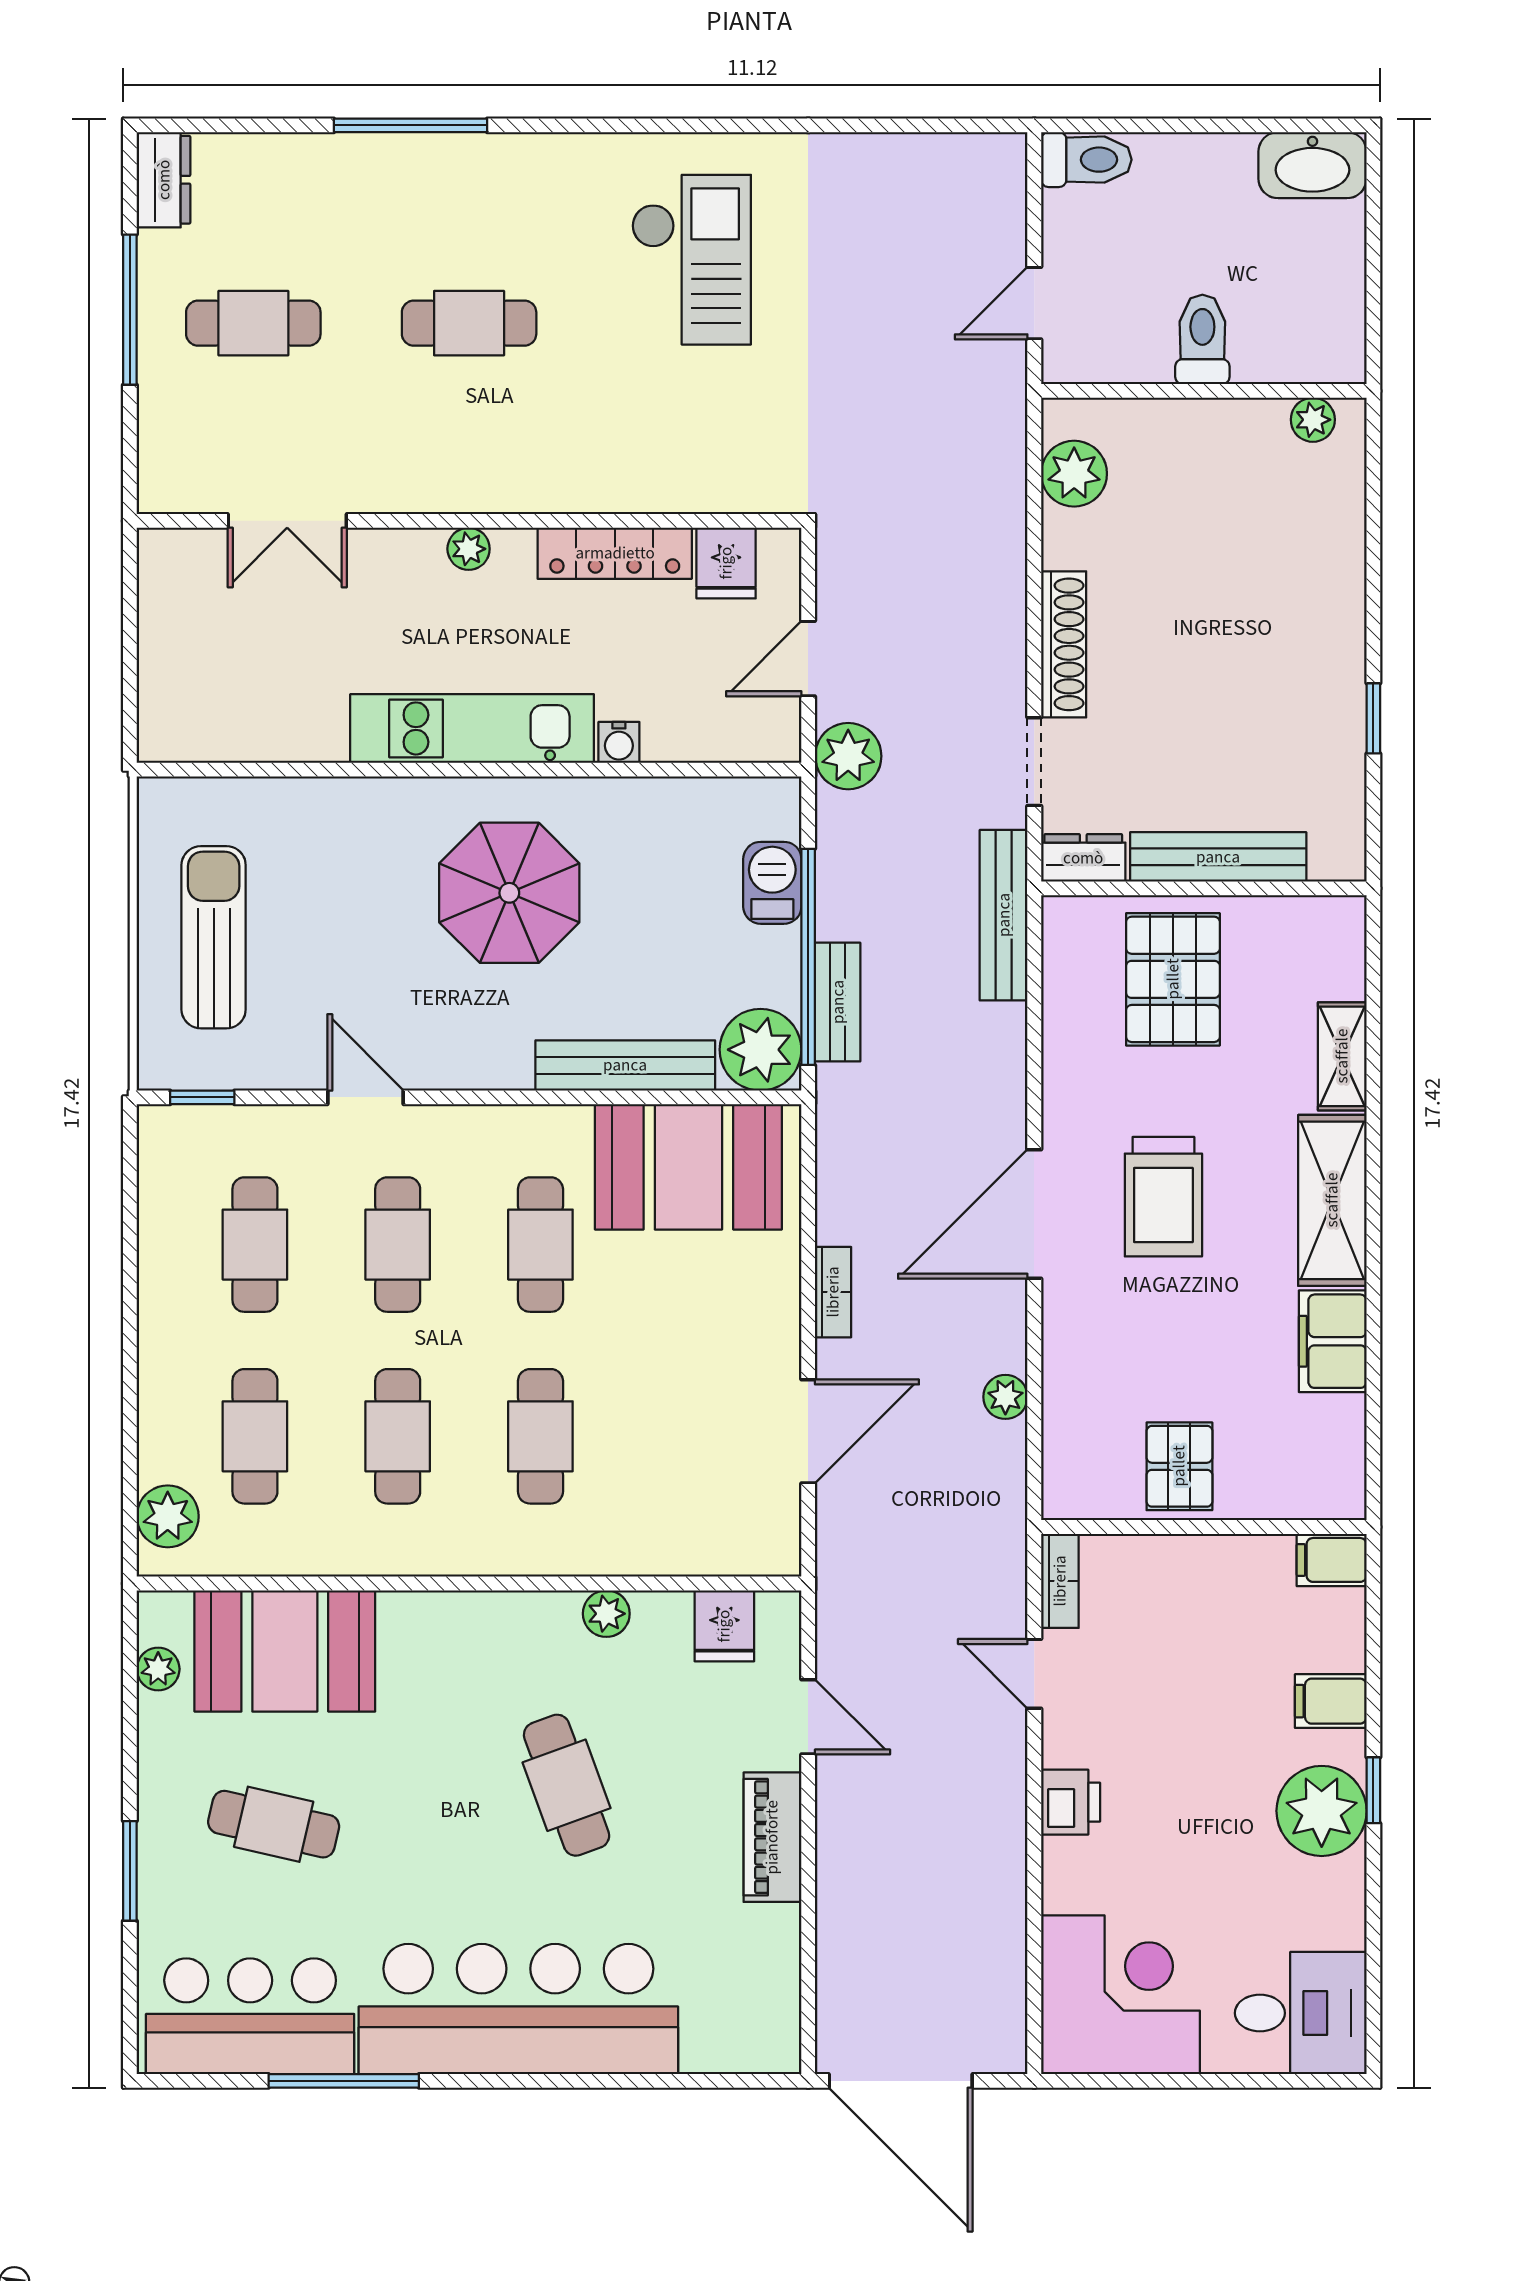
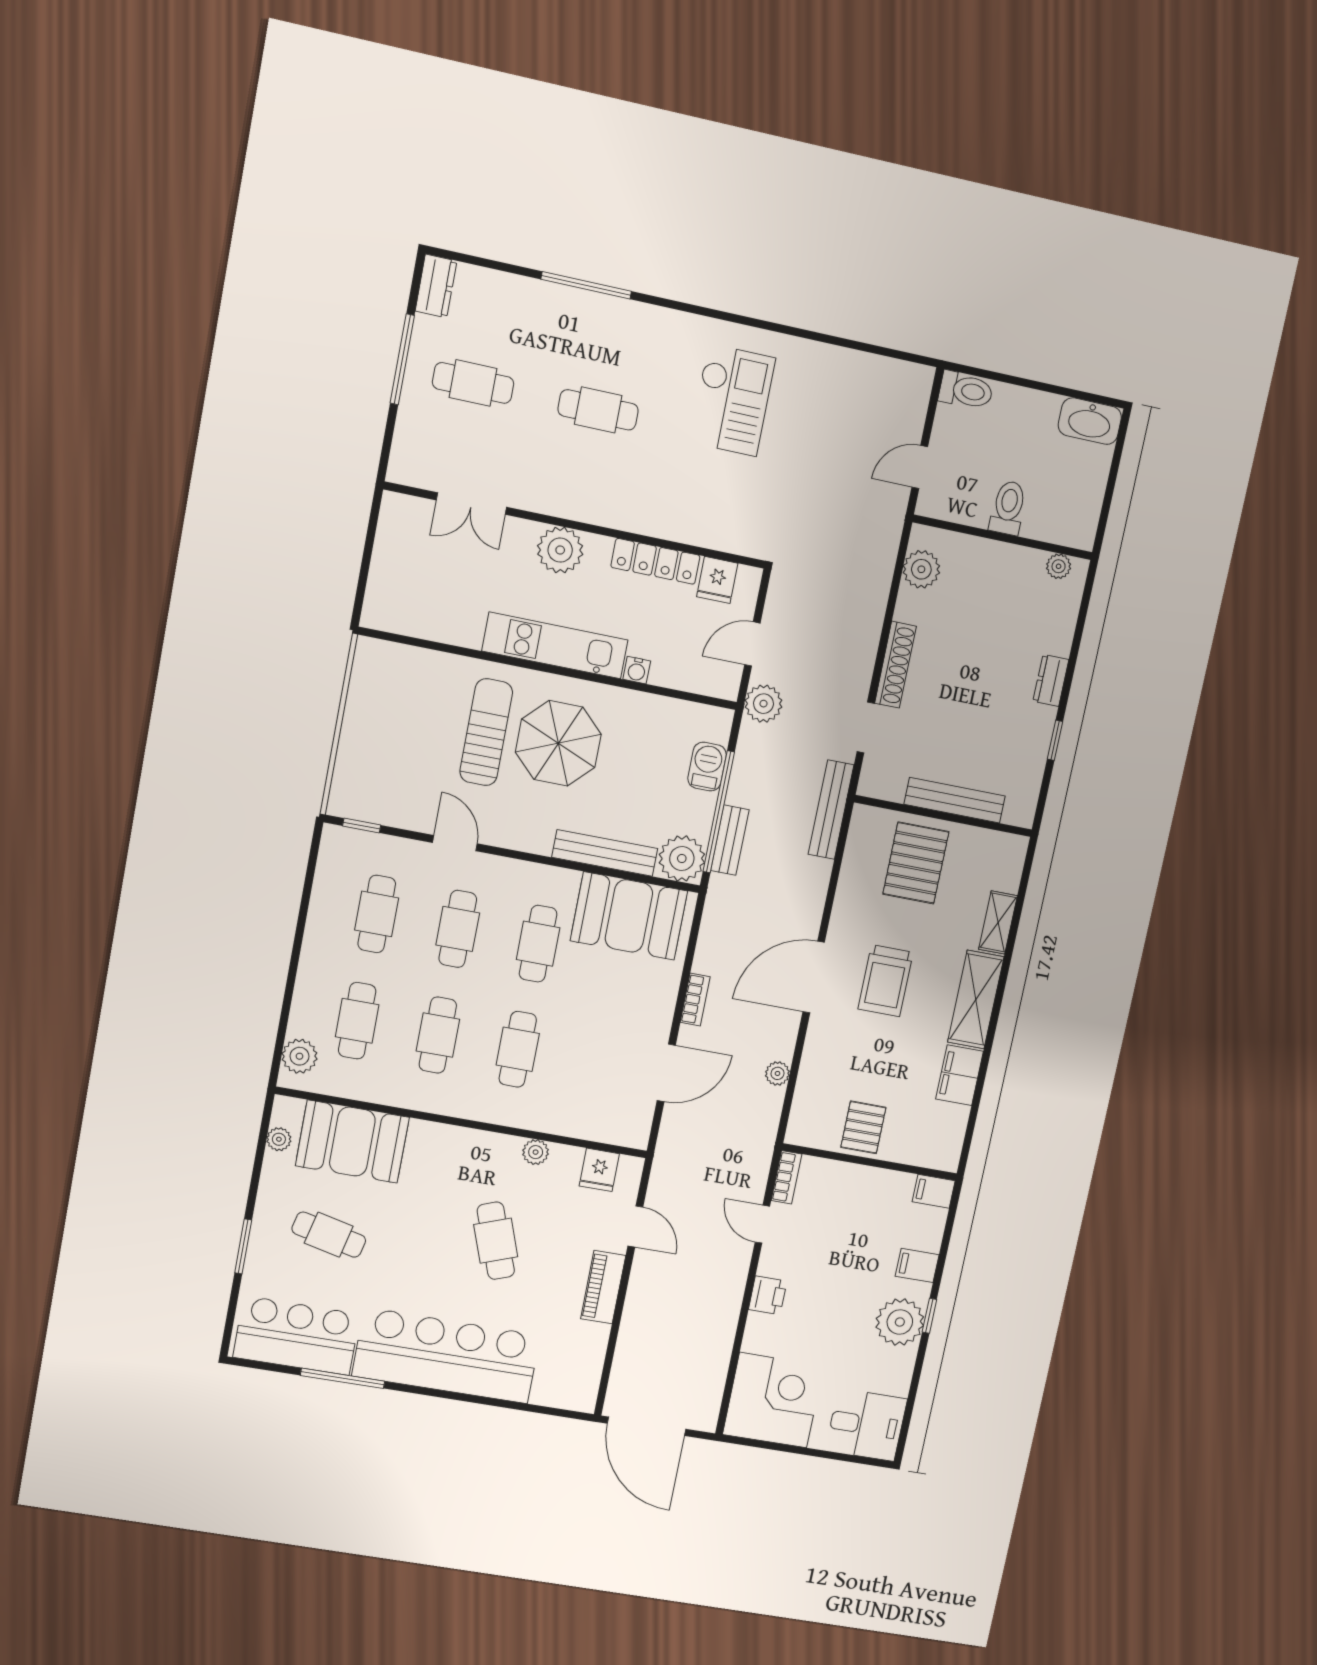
plant: (469, 549) -> (560, 550), width x1.88, depth x1.88
dresser: (1083, 858) -> (1051, 680), moved, turned -90
sun lounger: (214, 937) -> (486, 732), moved

